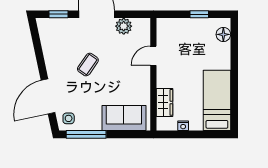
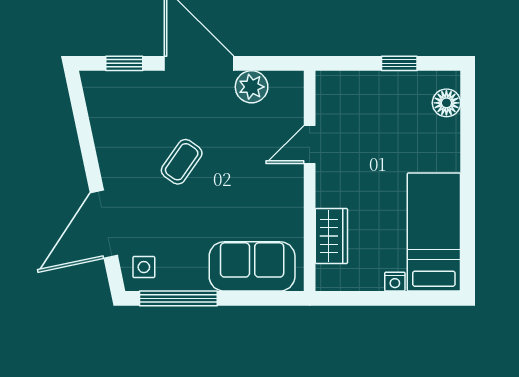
nightstand: (183, 126) -> (395, 282), moved

